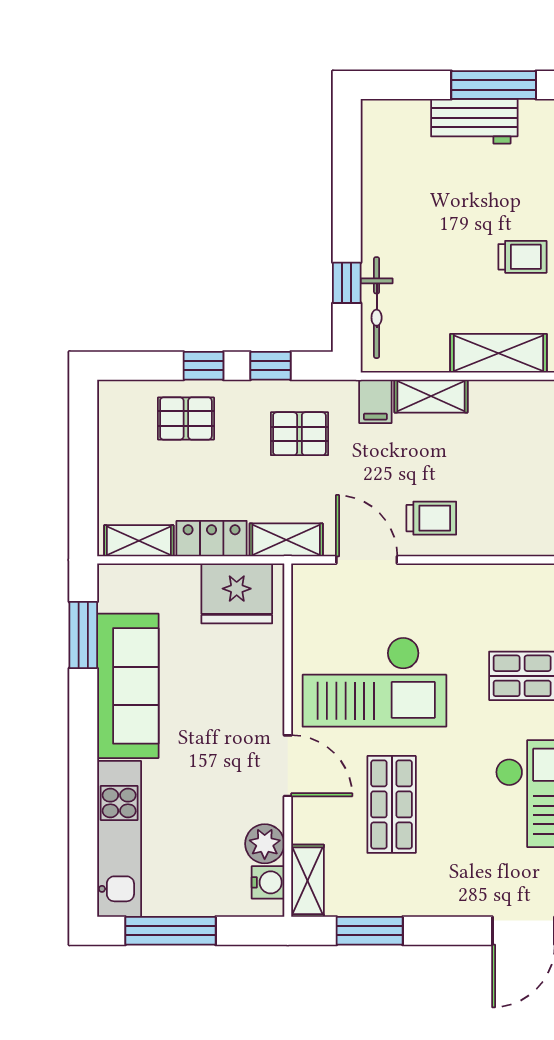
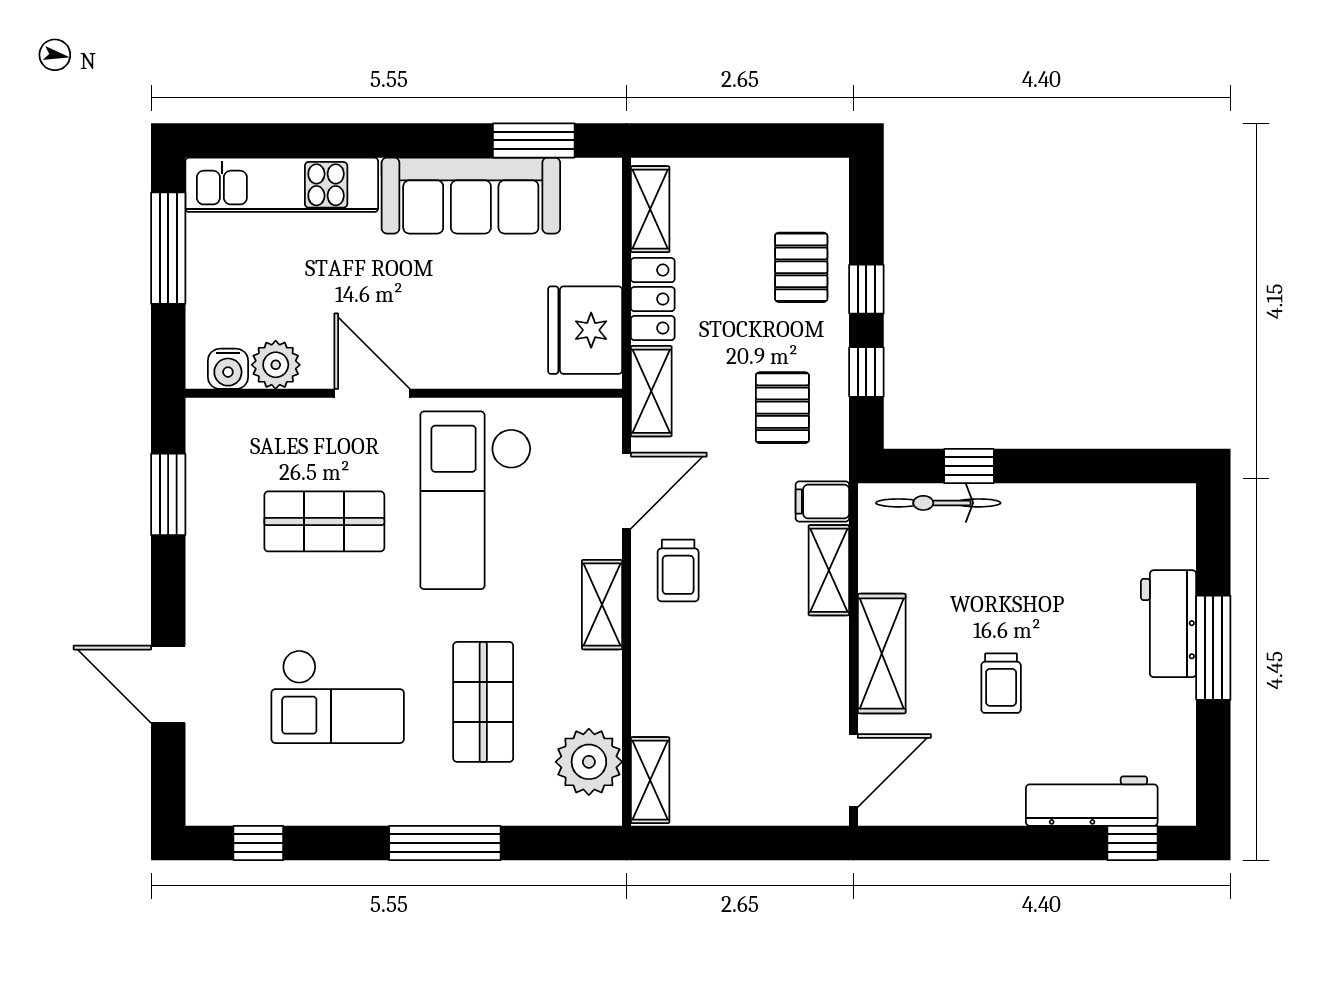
door: (288, 766) -> (372, 393), swing flipped
shelving: (308, 881) -> (602, 605), moved, turned 90

